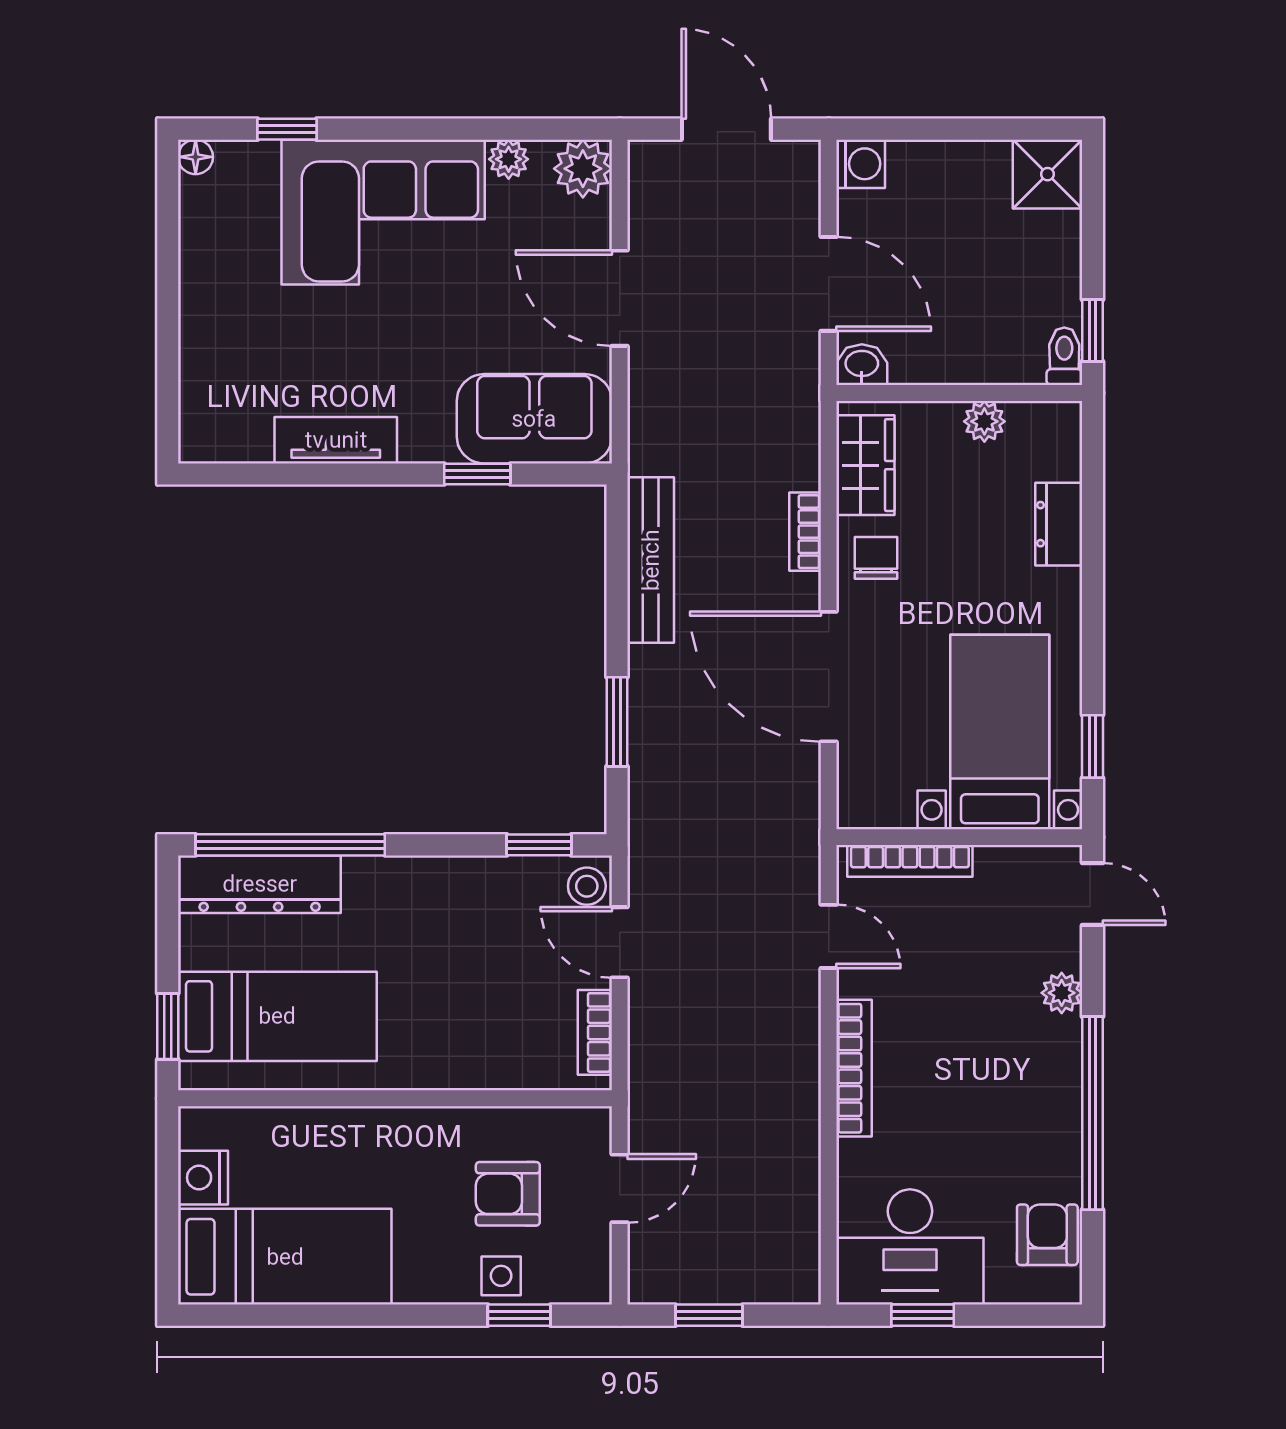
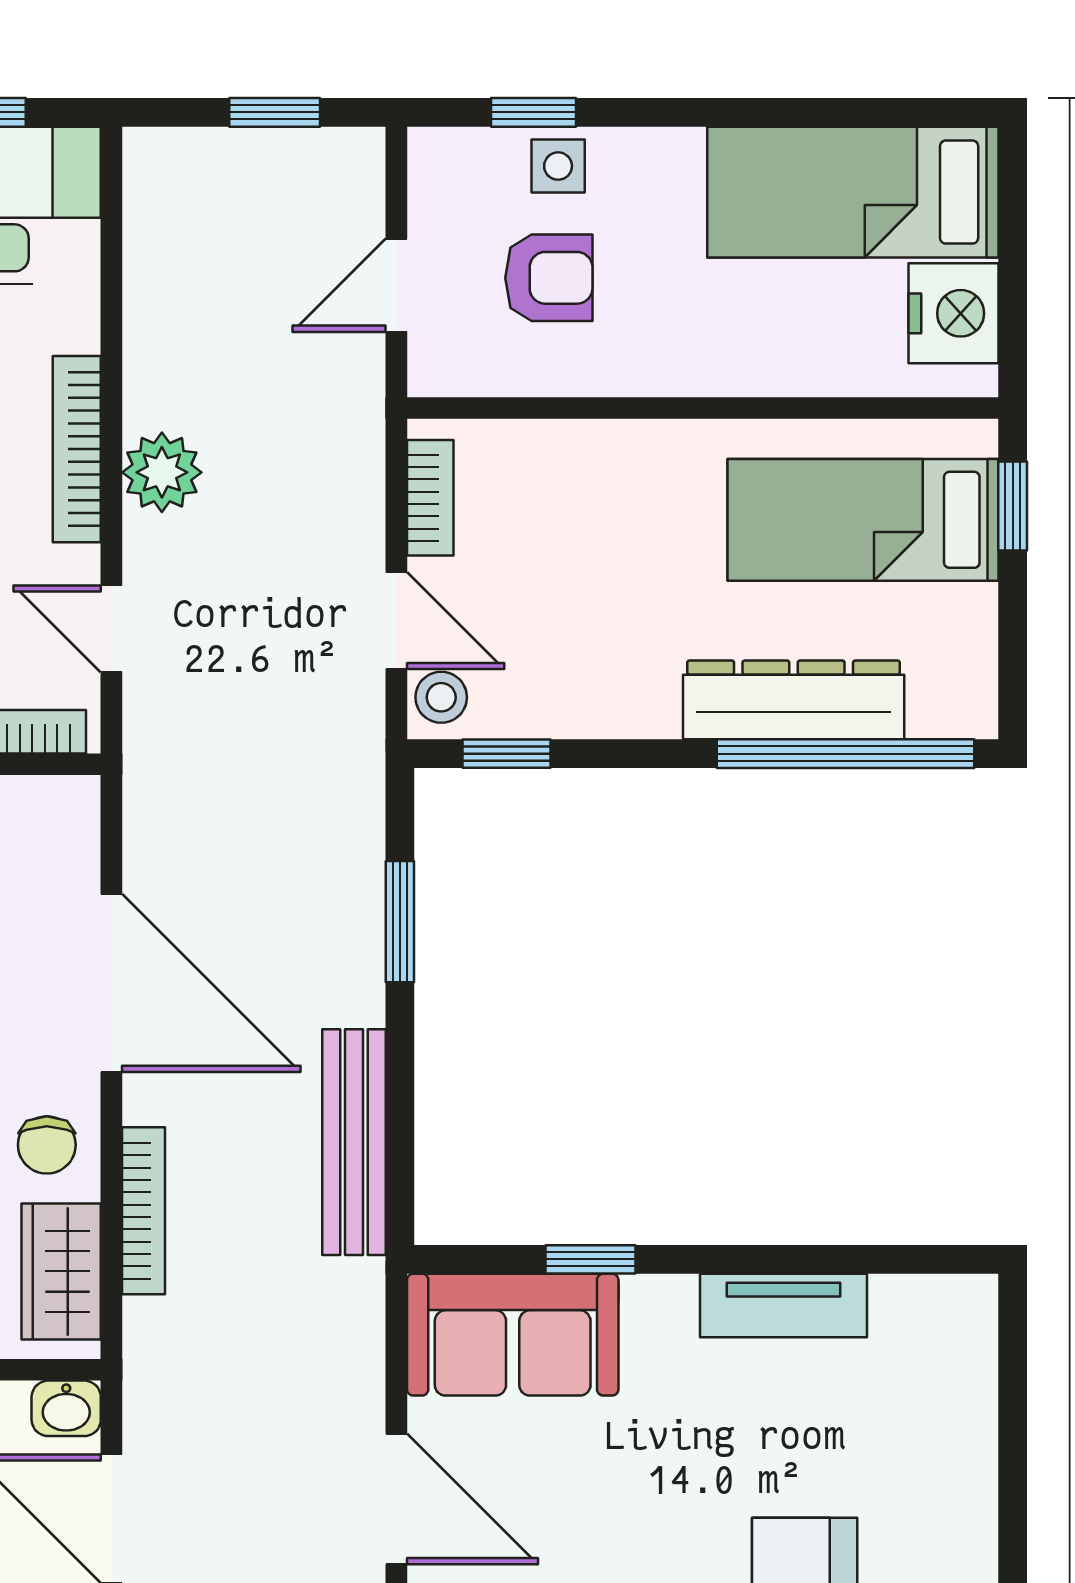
bookcase: (805, 532) -> (143, 1211), width x1.56
dresser: (260, 884) -> (794, 700), moved
plant: (792, 1051) -> (162, 472), added
nightstand: (203, 1178) -> (953, 313), width x1.36, depth x1.33

